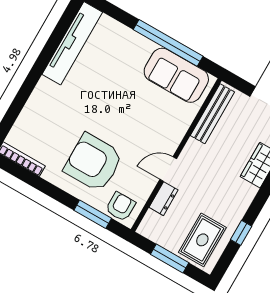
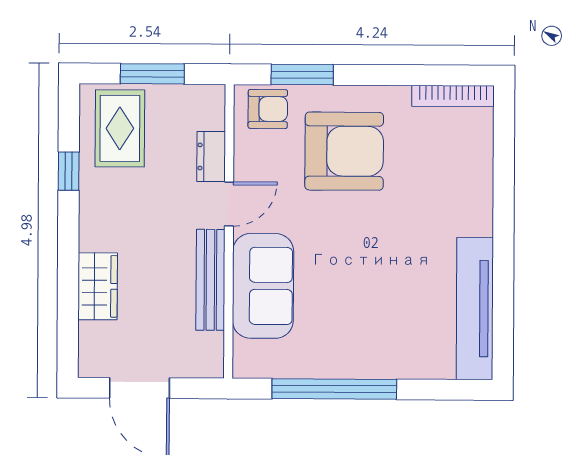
sofa: (176, 75) -> (263, 286), moved, turned 90
bench: (212, 114) -> (210, 280), moved
armchair: (120, 207) -> (268, 109), turned -90

